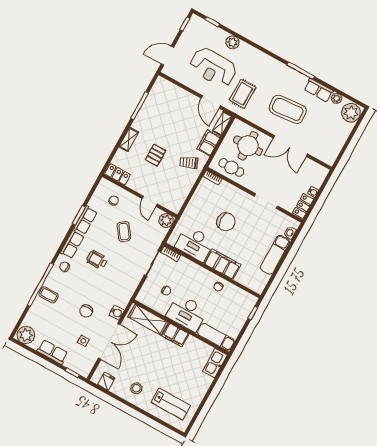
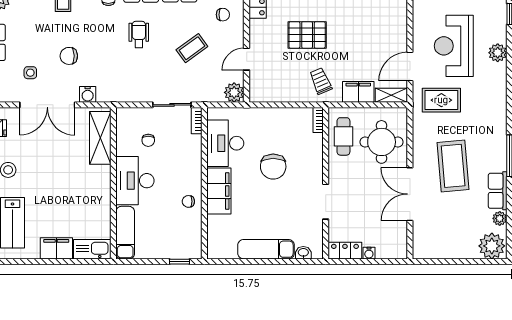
pallet: (155, 155) -> (307, 35), width x1.50, depth x1.42
filing cabinet: (175, 335) -> (56, 248), moved, turned 90

